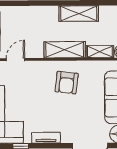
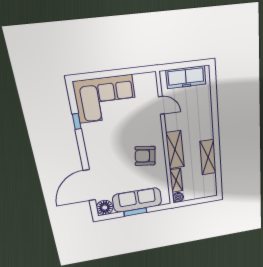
tv unit: (46, 138) -> (90, 145), removed

